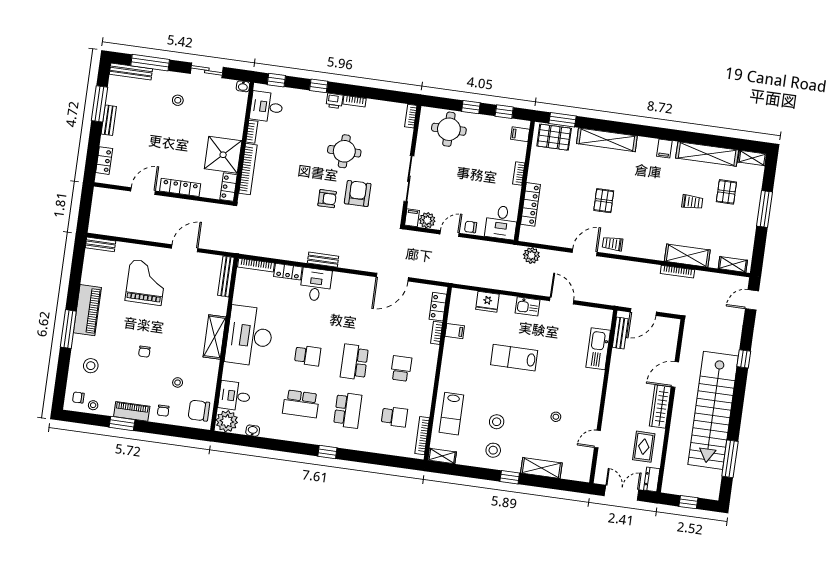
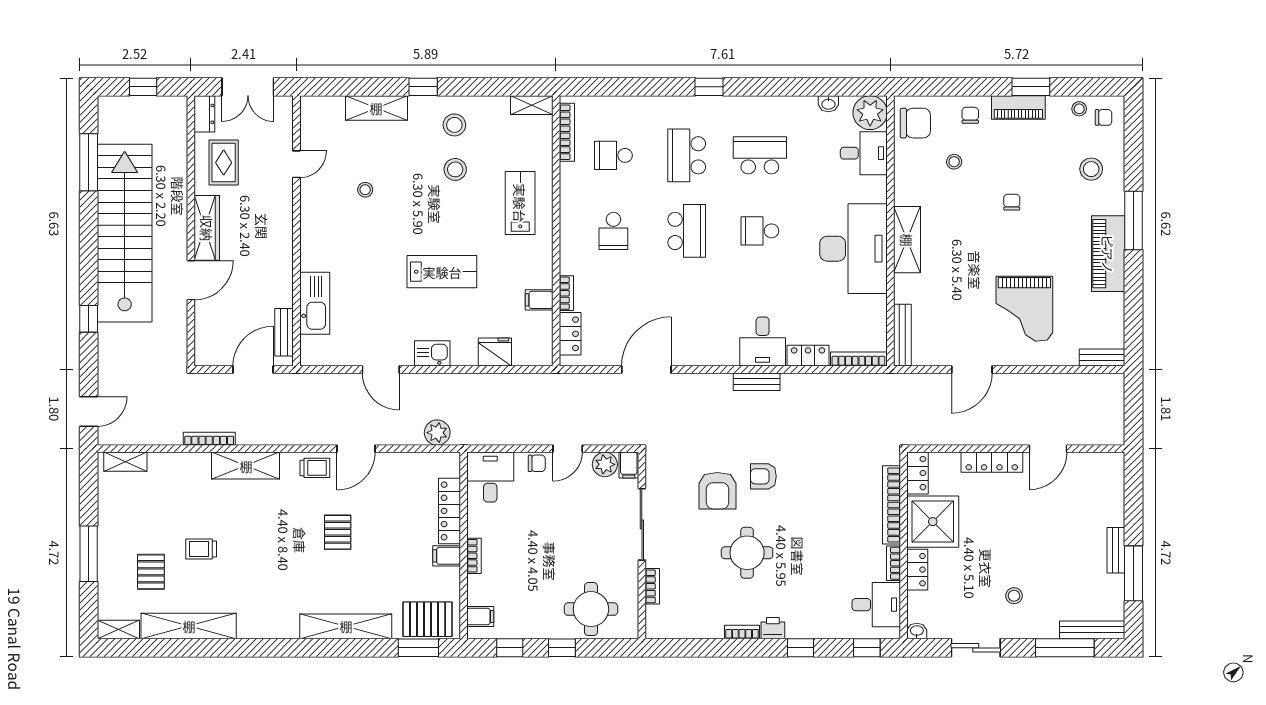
bookcase: (411, 116) -> (652, 586), moved
filing cabinet: (664, 149) -> (447, 556), moved, turned -90
locker: (104, 161) -> (917, 570), moved, turned 180
shelving: (687, 256) -> (246, 466), moved
lab bench: (451, 414) -> (520, 203), moved

